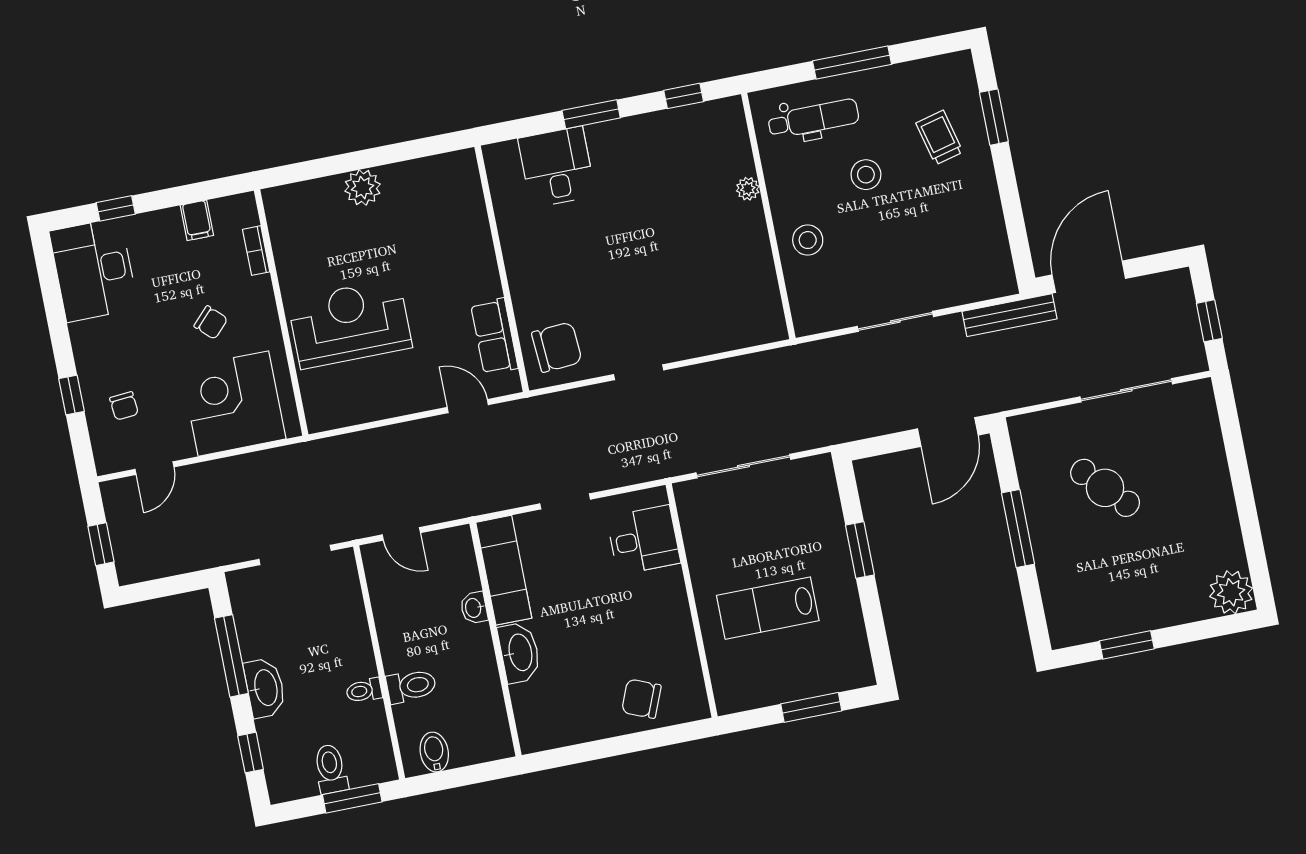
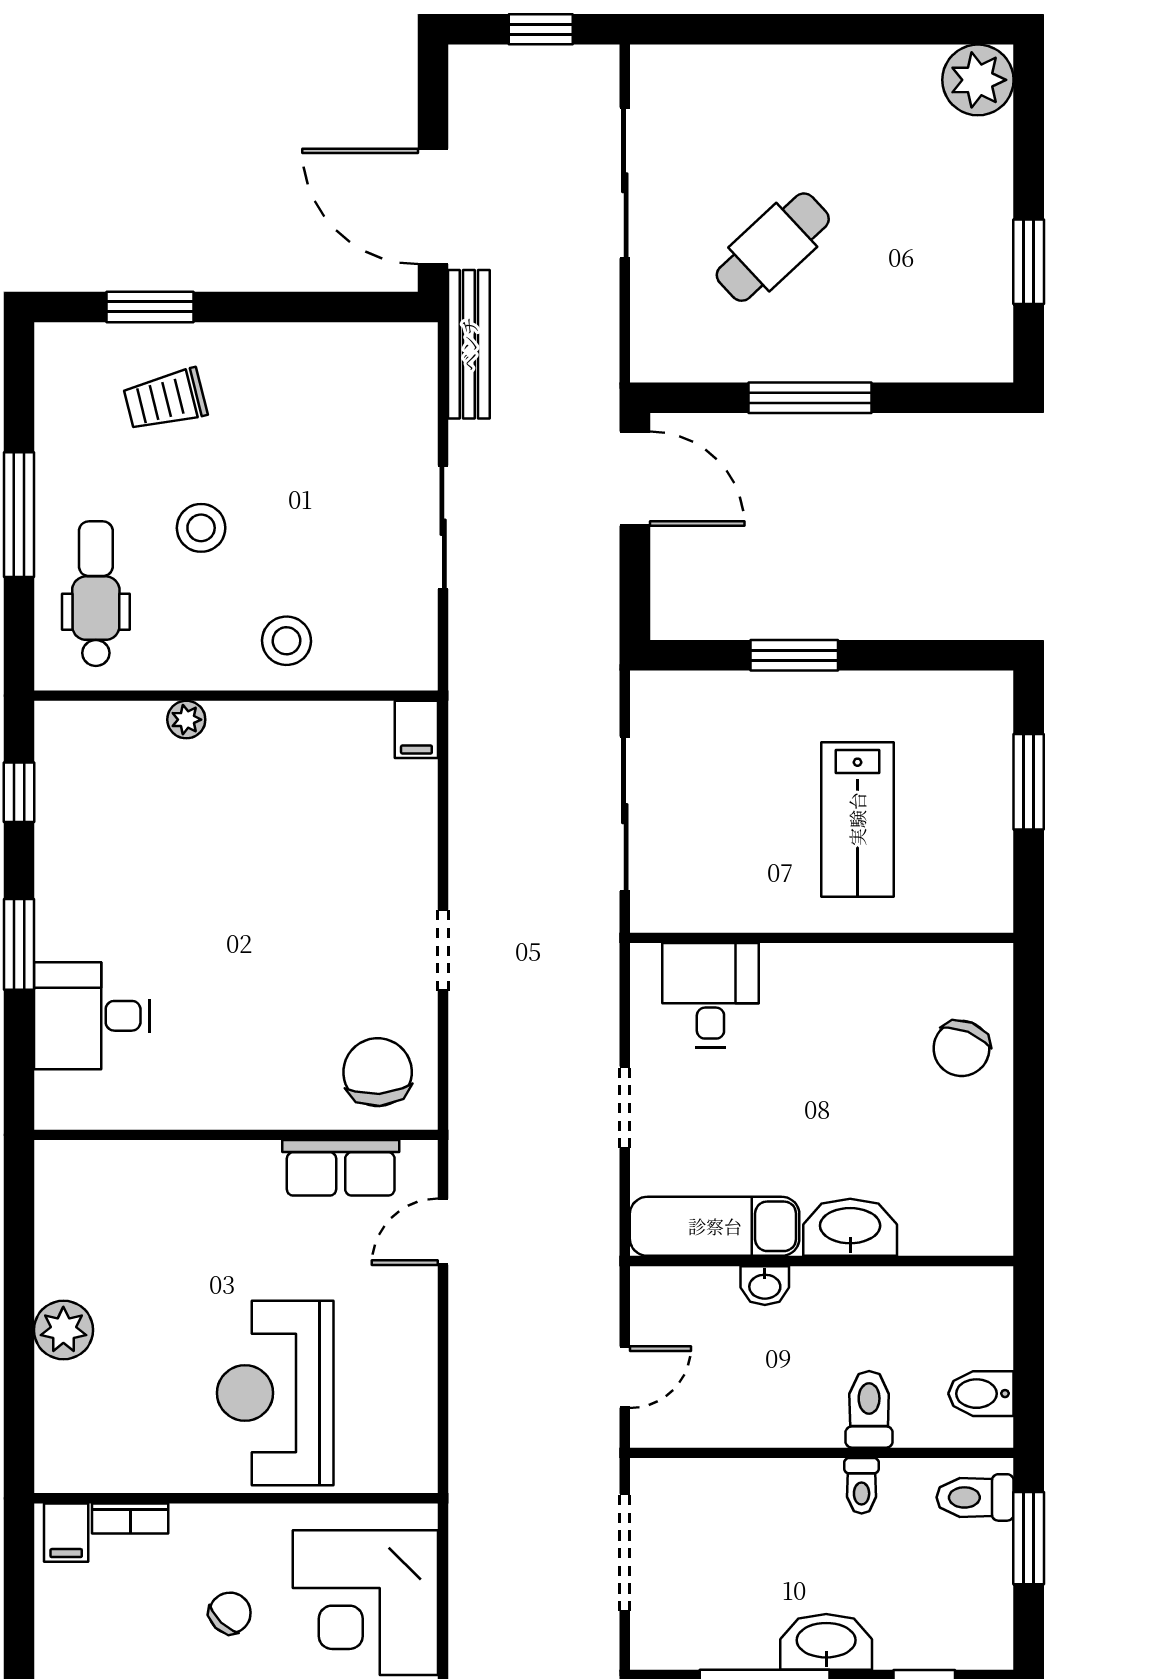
filing cabinet: (197, 220) -> (66, 1533), moved, turned 90
filing cabinet: (769, 330) -> (416, 729), added
toilet: (331, 769) -> (975, 1497), moved

